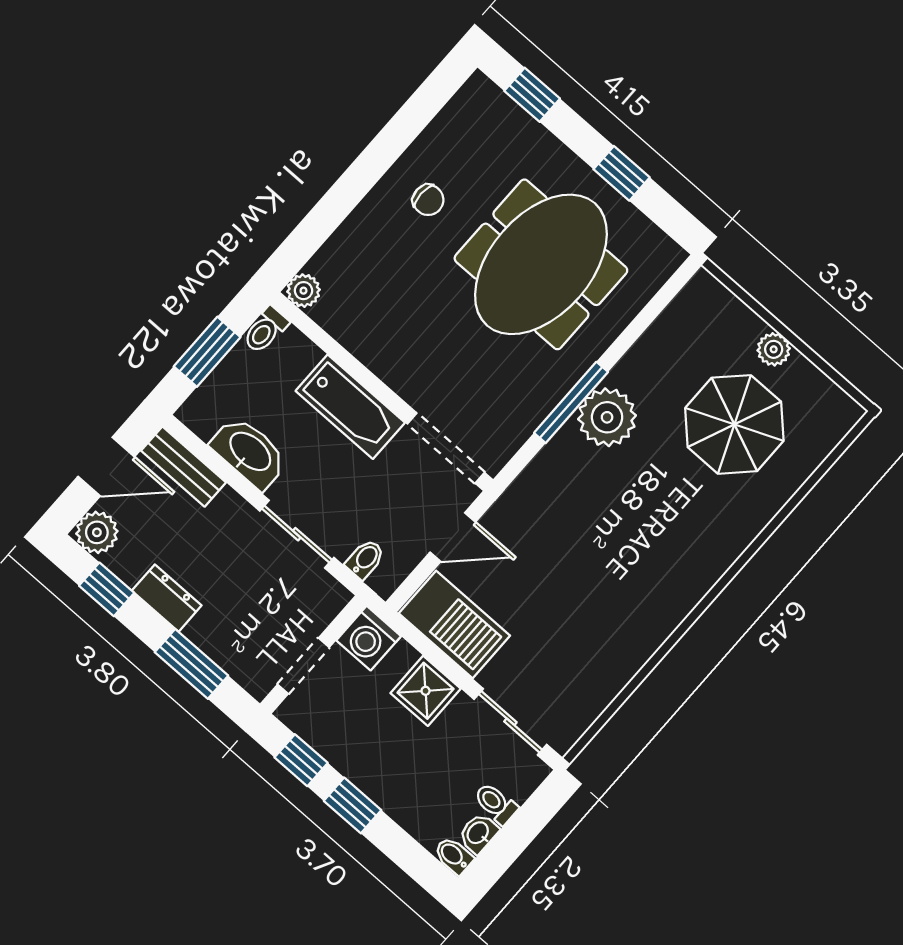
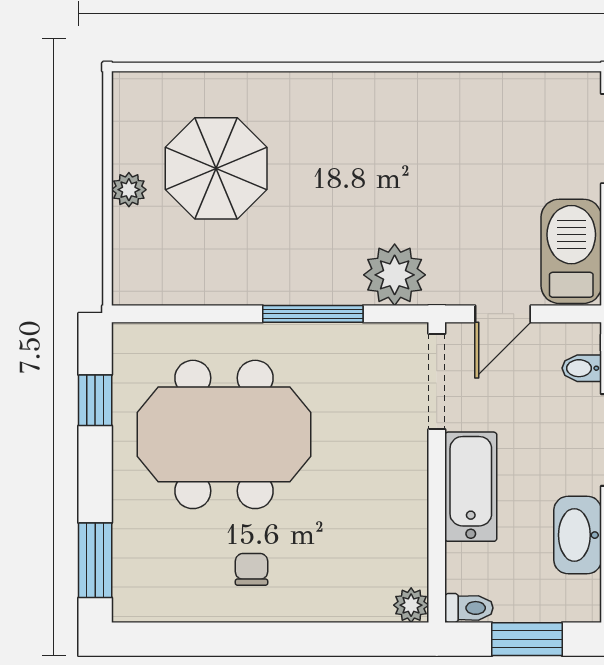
window: (532, 95) -> (95, 560), width x1.50
window: (622, 173) -> (95, 400), moved
plant: (607, 417) -> (395, 275), moved
door: (453, 537) -> (503, 314), swing flipped

